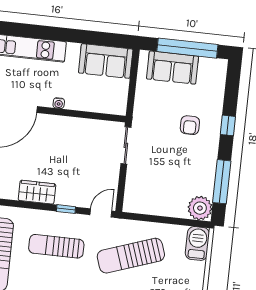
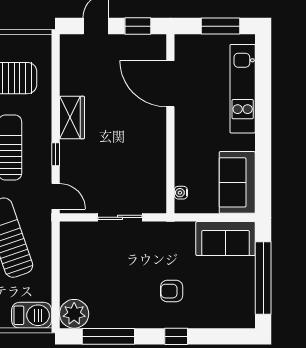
sofa: (173, 68) -> (226, 239), moved, turned -90
water cooler: (59, 103) -> (181, 193), moved
sliding door: (126, 145) -> (120, 217), moved

